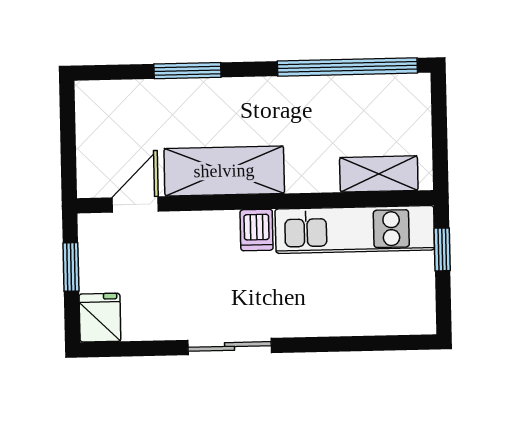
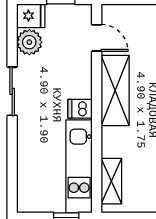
plant: (145, 319) -> (29, 42), added

